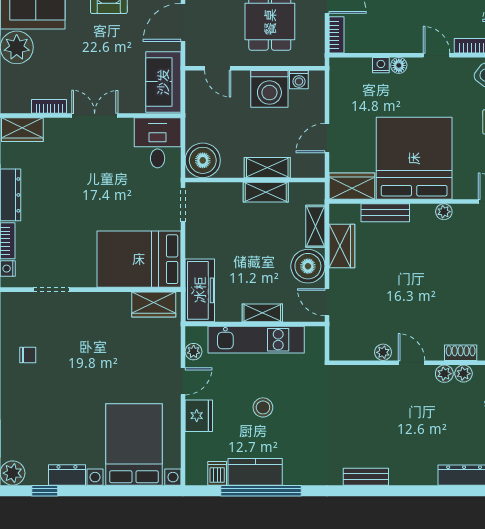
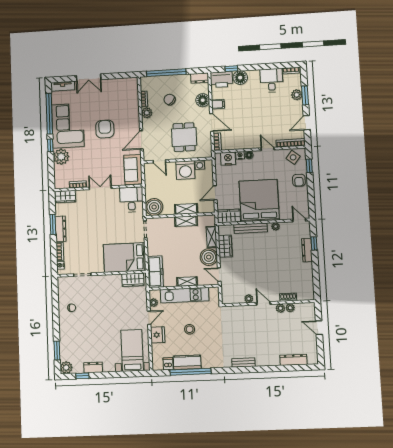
nightstand: (356, 70) -> (228, 159), added
bench: (385, 213) -> (251, 228), width x1.36
bed with nightstands: (134, 444) -> (132, 350), width x0.73

